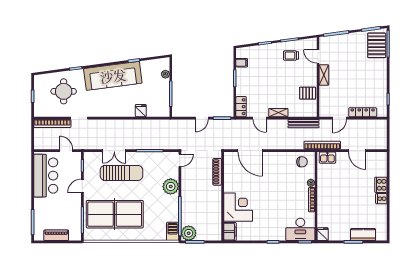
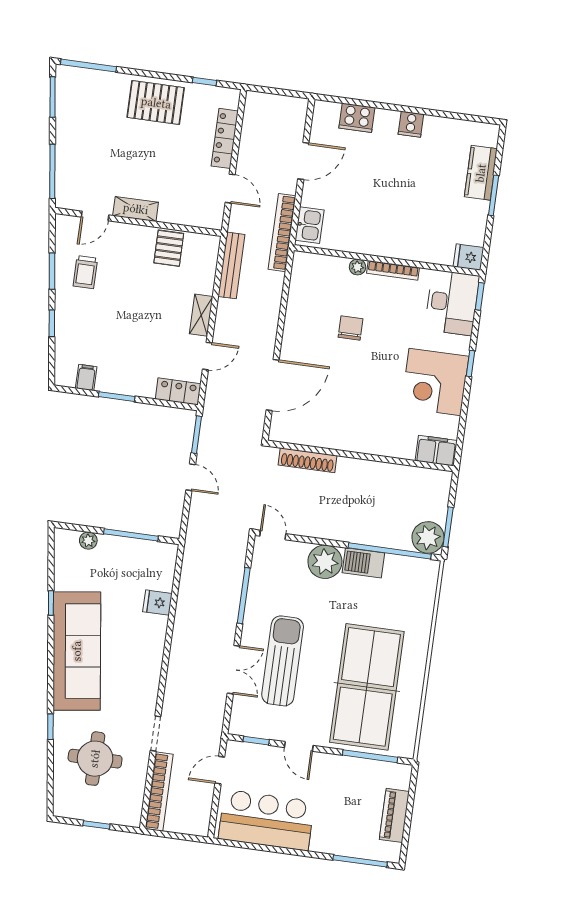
pallet: (377, 45) -> (156, 103), moved
chair: (302, 162) -> (351, 328), moved
cooker: (381, 185) -> (357, 118), moved
corner desk: (238, 207) -> (435, 382), moved, turned -90
barbecue: (173, 231) -> (363, 563), moved

